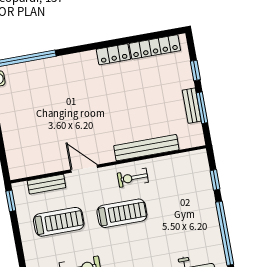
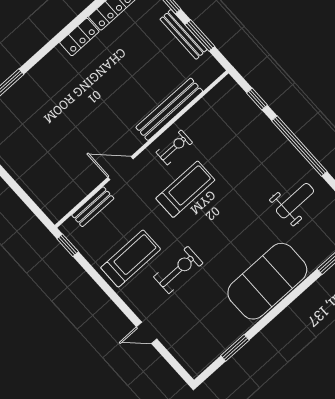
bench: (192, 106) -> (184, 34), width x1.36
exercise bike: (133, 178) -> (174, 147), turned 180
treadmill: (59, 222) -> (131, 258), moved

